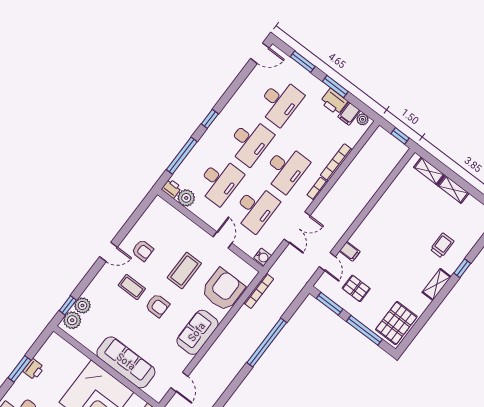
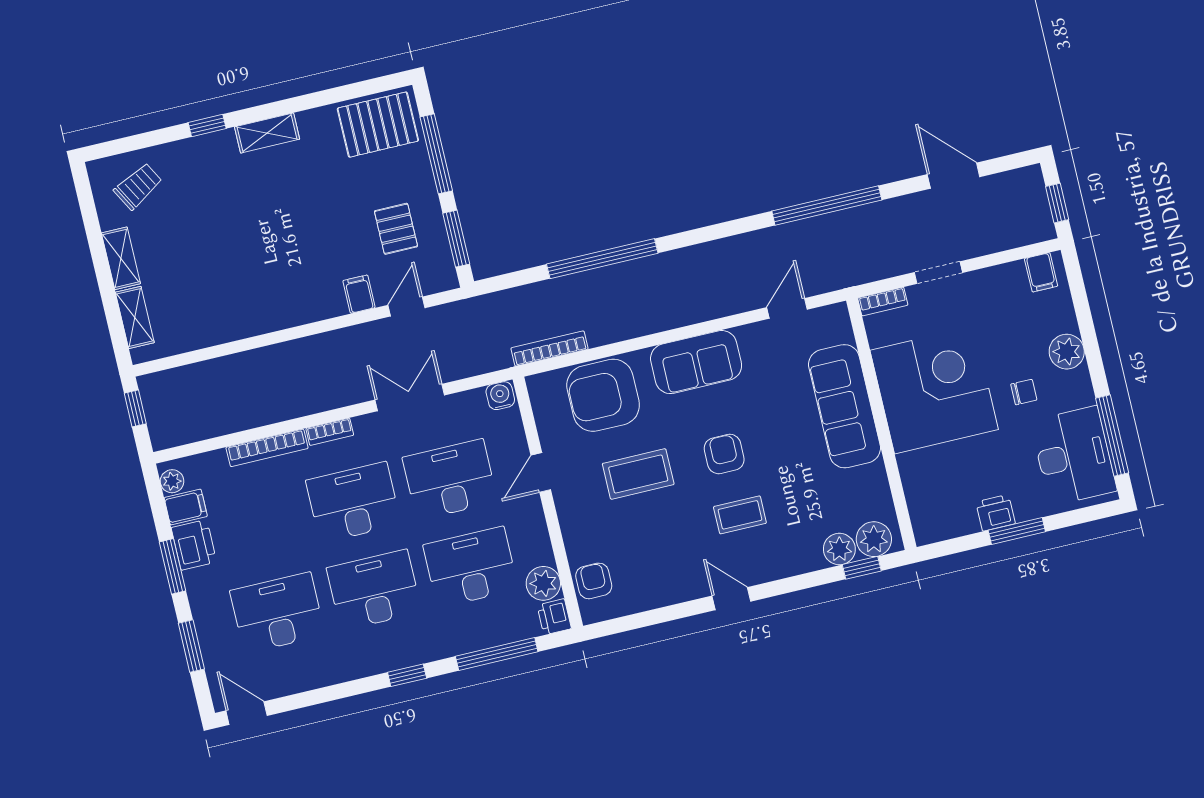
trolley: (442, 245) -> (138, 186), moved, turned 151
armchair: (143, 250) -> (594, 581), moved
coffee table: (132, 287) -> (740, 515), turned 90

